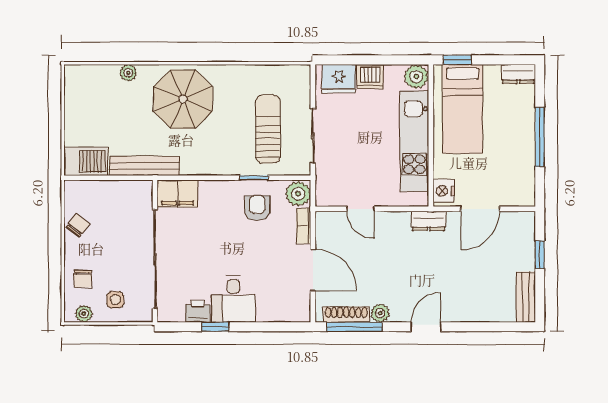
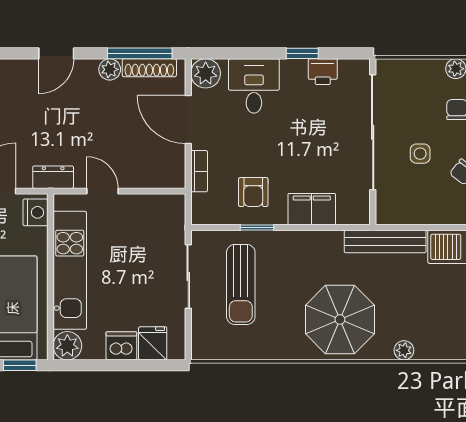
fridge: (339, 79) -> (153, 343), width x0.72
filing cabinet: (178, 194) -> (312, 209), moved
plant: (298, 194) -> (206, 73), moved
door: (361, 209) -> (102, 191), moved
desk: (233, 299) -> (254, 86), moved
side table: (115, 300) -> (420, 154), moved

